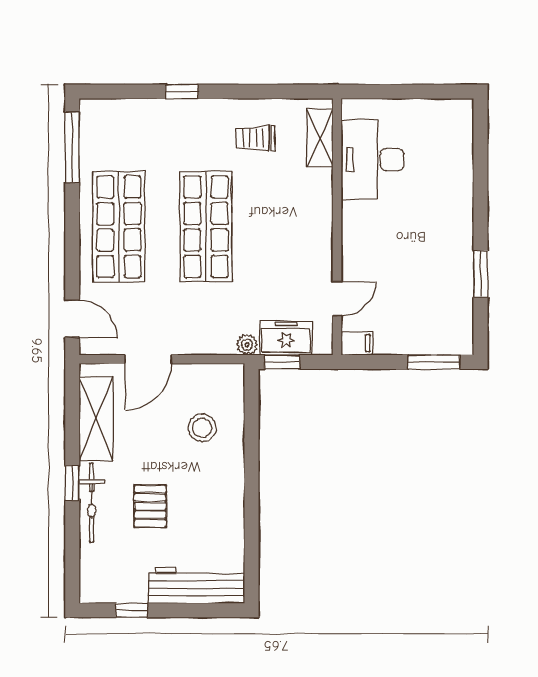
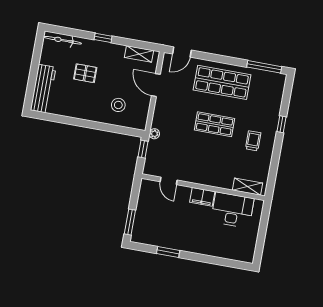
trolley: (255, 138) -> (253, 141), moved
shop shelf: (206, 227) -> (214, 124), width x0.70, depth x0.74
freezer: (286, 338) -> (154, 153), removed
filing cabinet: (357, 343) -> (202, 197), moved, width x2.00
shelving: (96, 419) -> (139, 54), width x0.67, depth x0.75
bicycle: (92, 503) -> (62, 40), moved
window: (132, 610) -> (37, 55), removed

